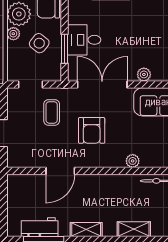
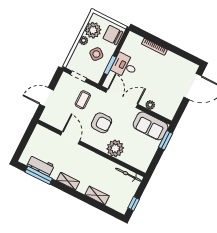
armchair: (92, 130) -> (102, 123), turned -90
plant: (133, 161) -> (115, 148), width x1.88, depth x1.88
door: (60, 171) -> (70, 138), swing flipped

